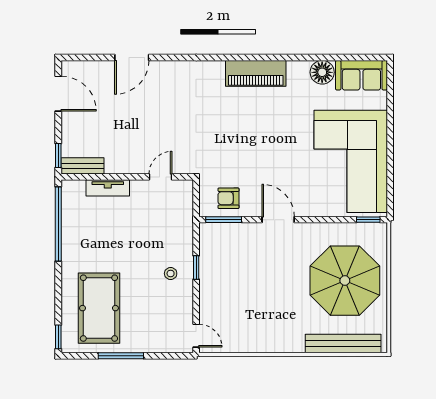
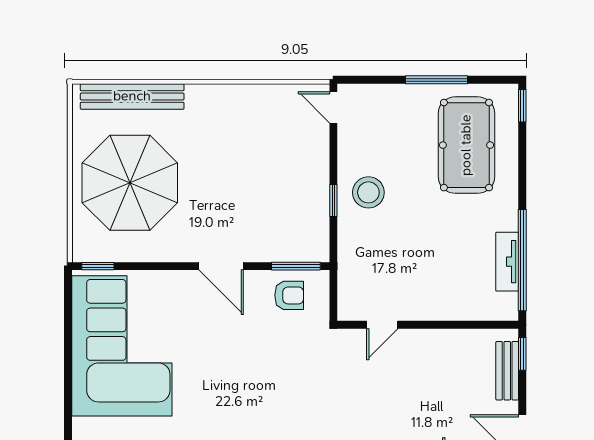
bench: (82, 166) -> (507, 371), moved, turned 90
tv unit: (108, 188) -> (507, 262), moved, turned -90
stool: (171, 274) -> (368, 192), width x1.89, depth x1.89

